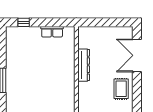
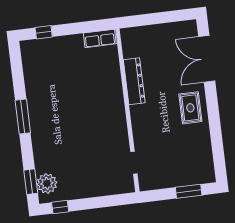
row of seats: (52, 32) -> (100, 38), moved

